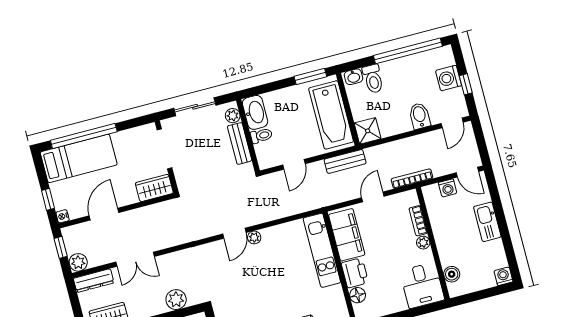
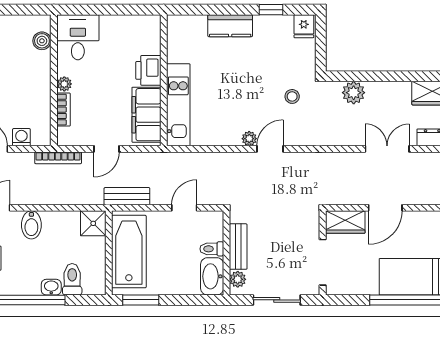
washbasin: (354, 77) -> (51, 287), moved
door: (104, 214) -> (385, 208), moved
stool: (227, 283) -> (292, 96), added
floor lamp: (358, 295) -> (152, 45), removed

